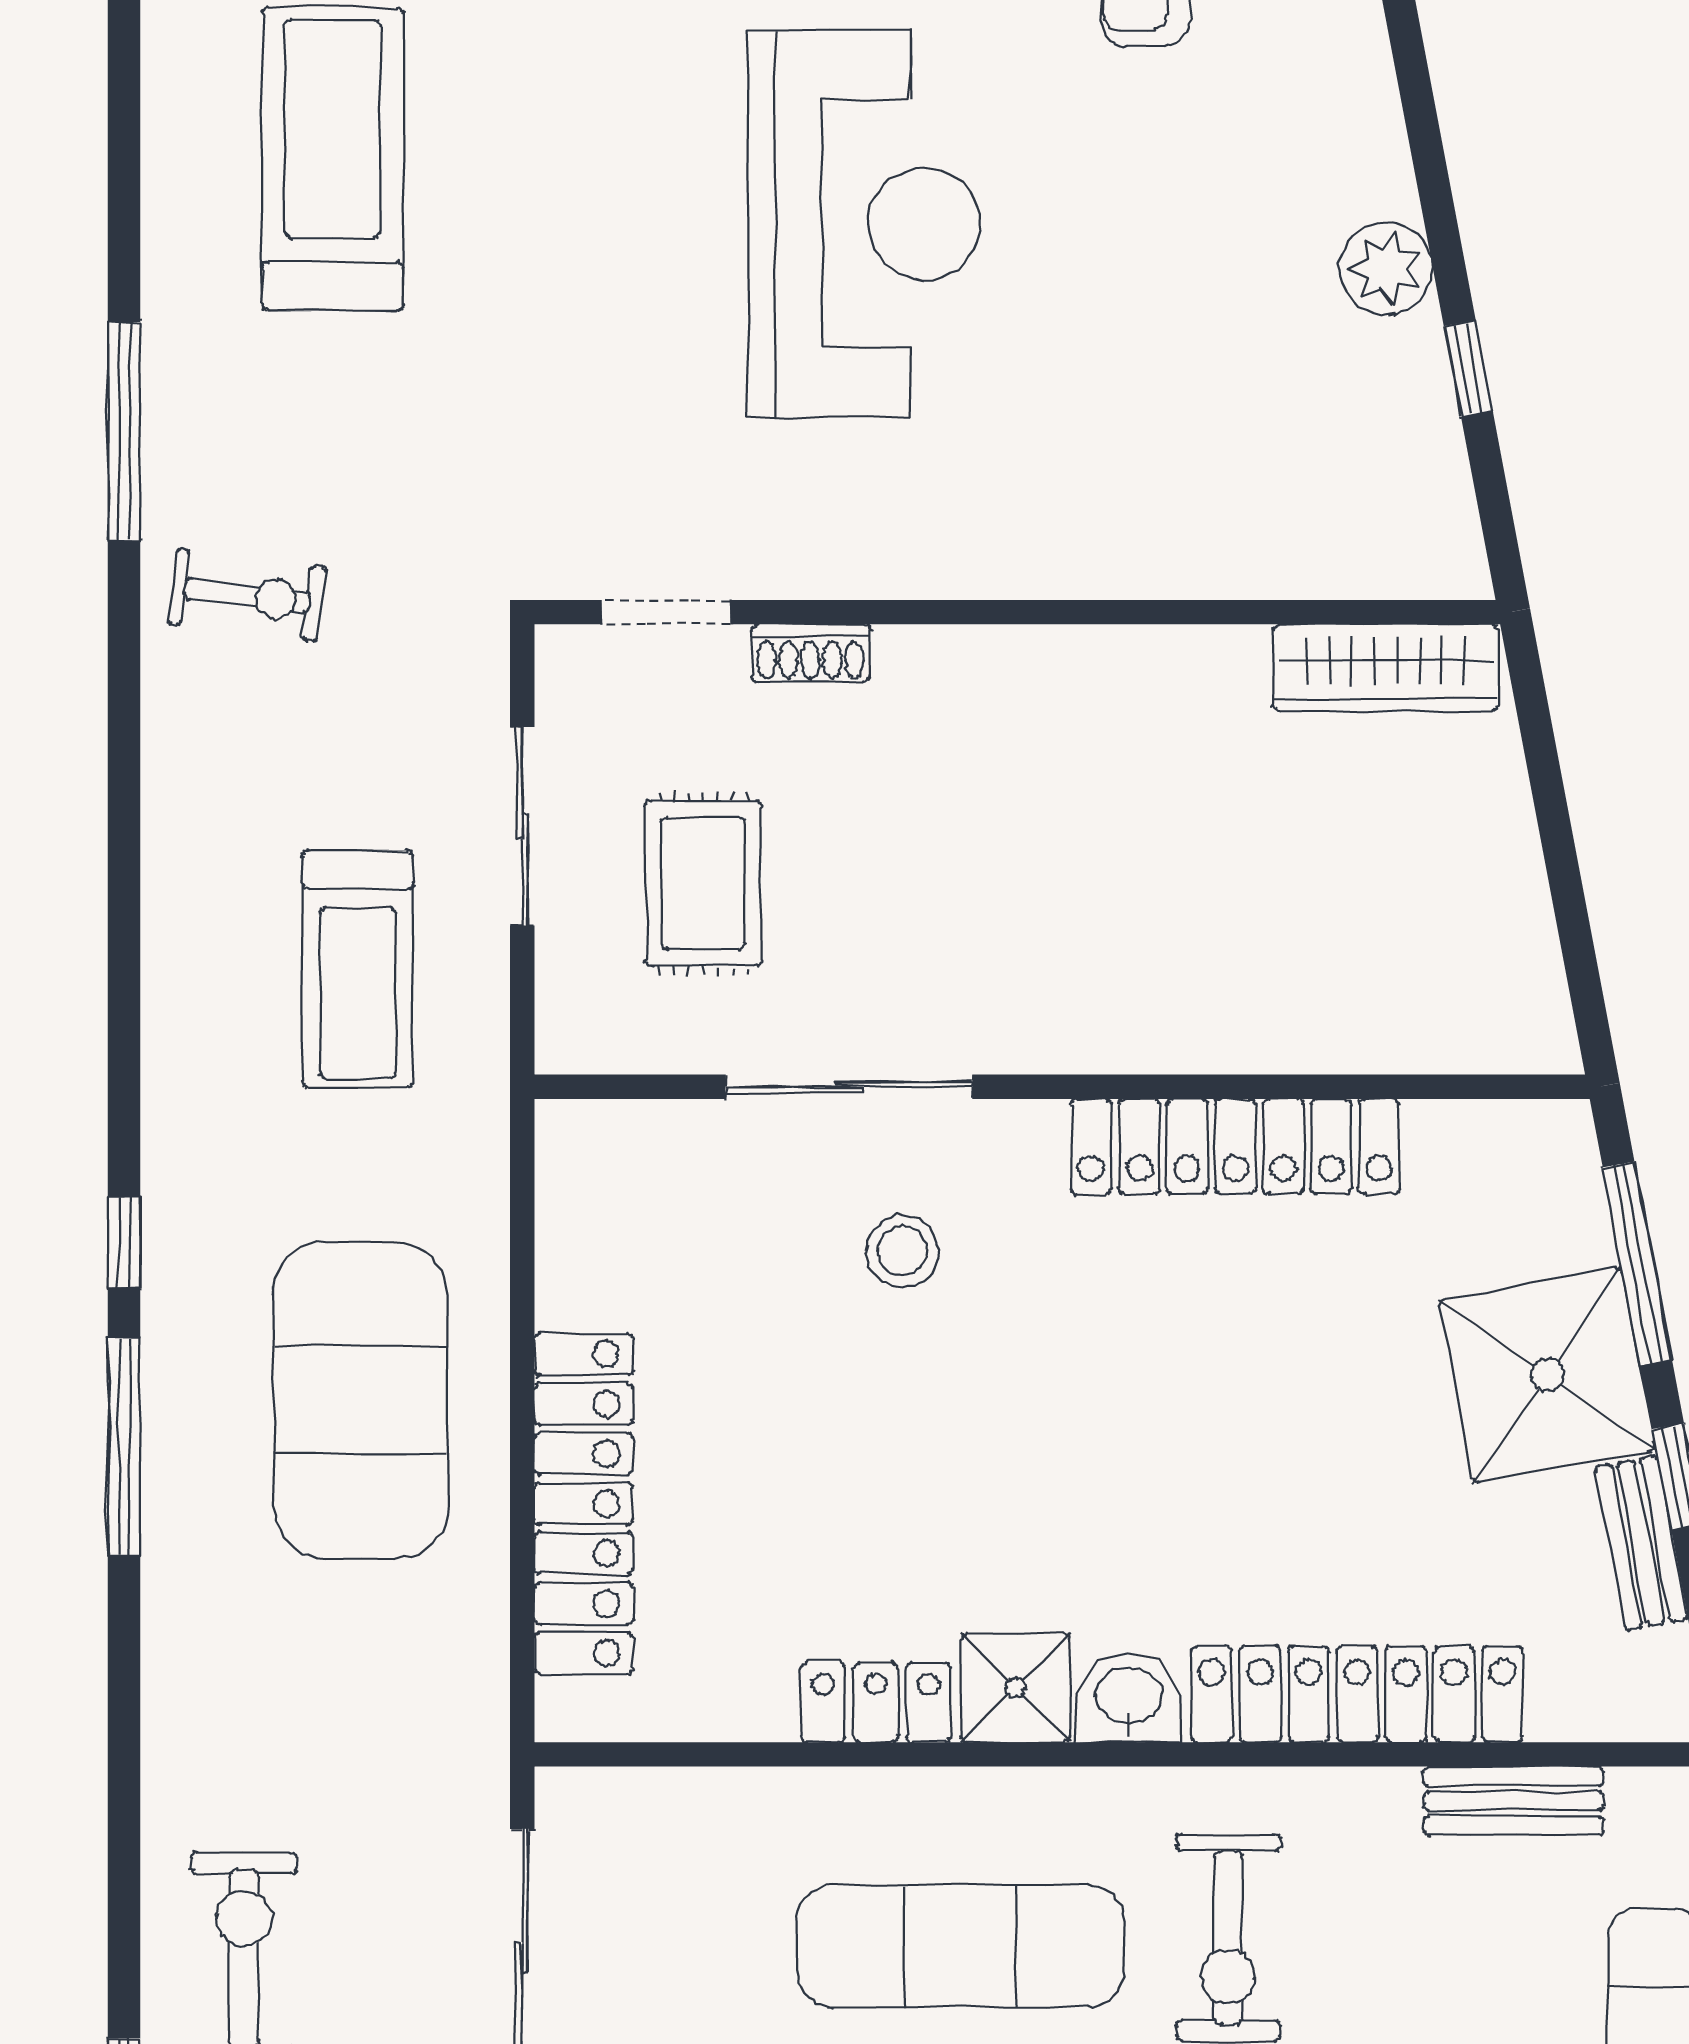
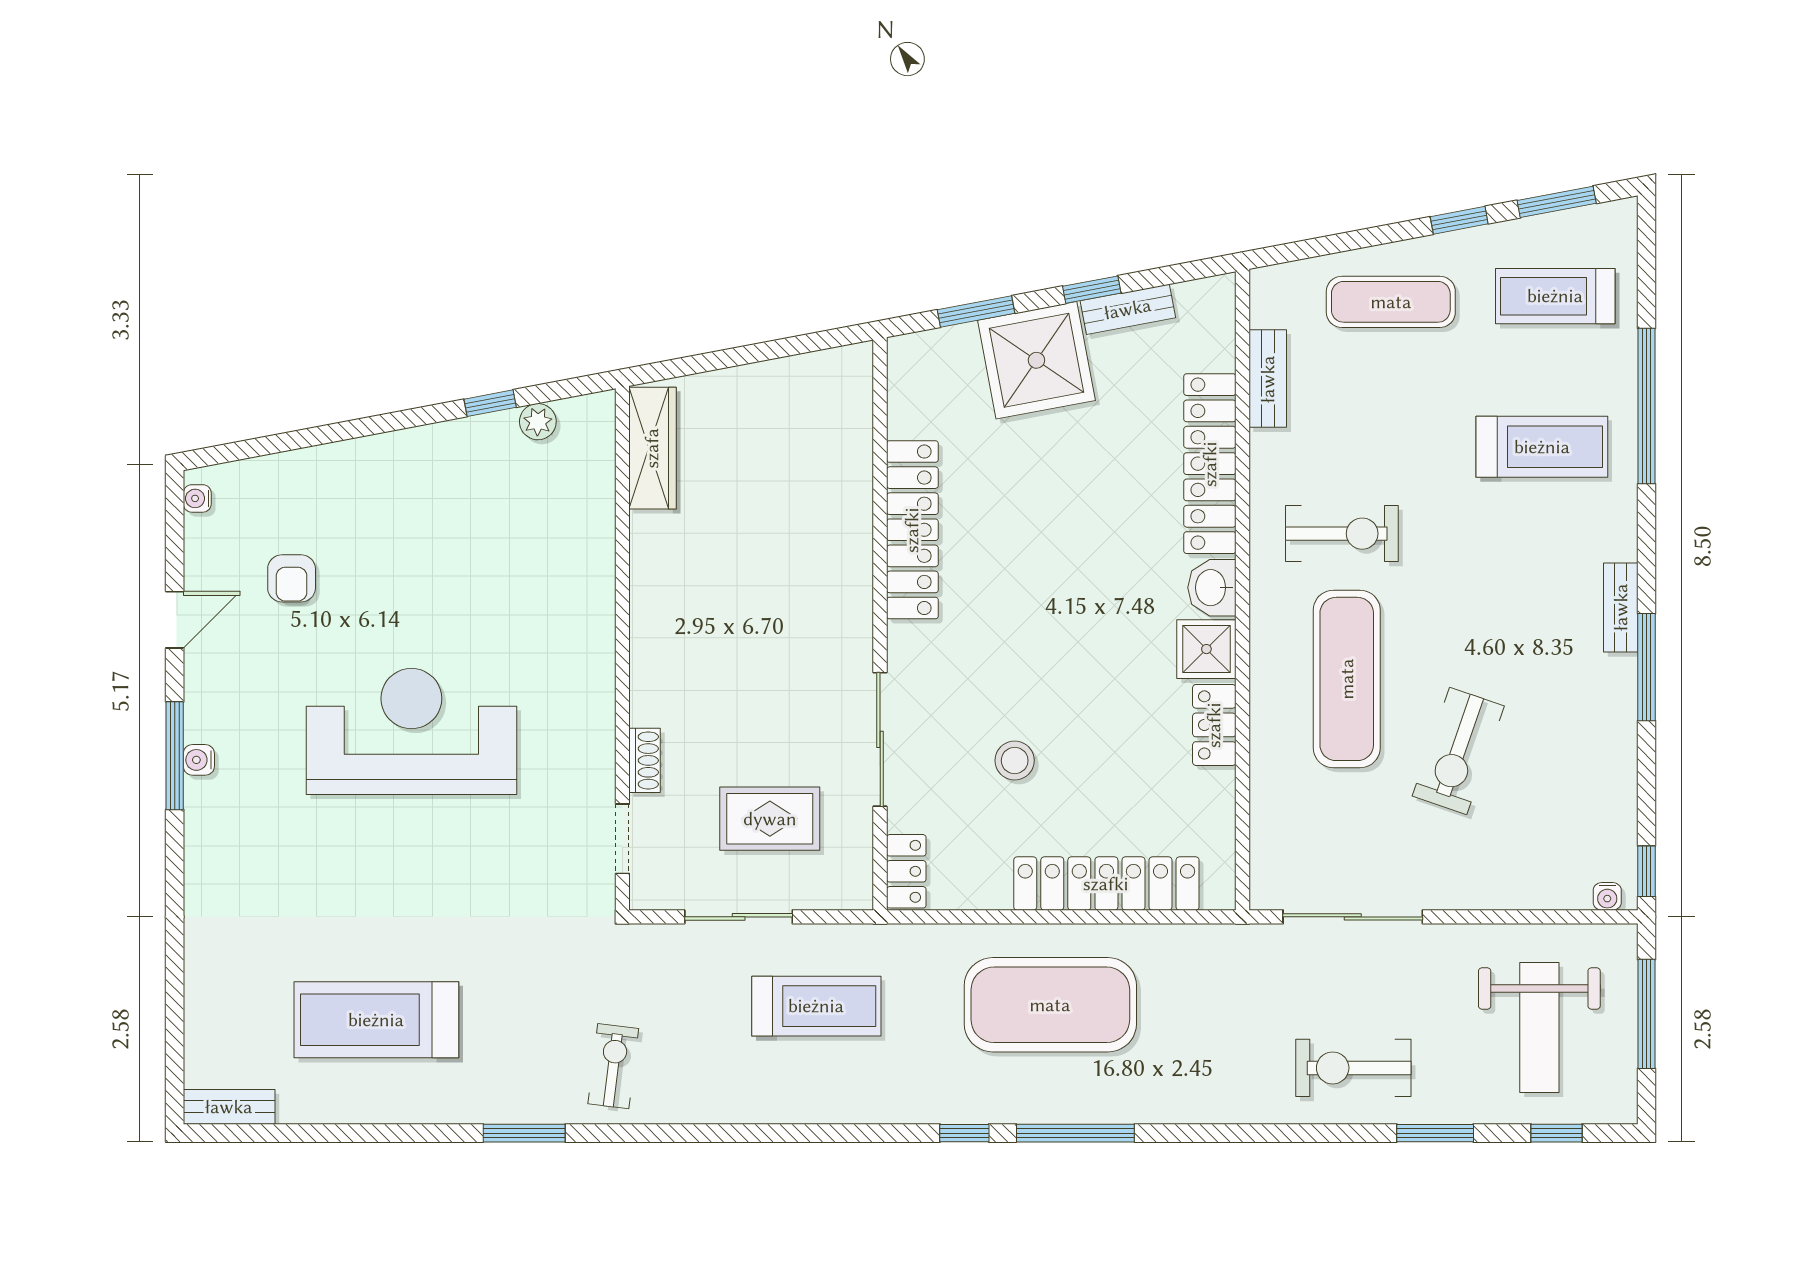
plant: (1386, 269) -> (538, 422), moved, width x0.73, depth x0.73
window: (124, 431) -> (524, 1133), width x0.69
locker: (606, 1135) -> (906, 871), added
stool: (902, 1251) -> (1015, 761), moved
window: (1637, 1264) -> (976, 311), width x0.69

